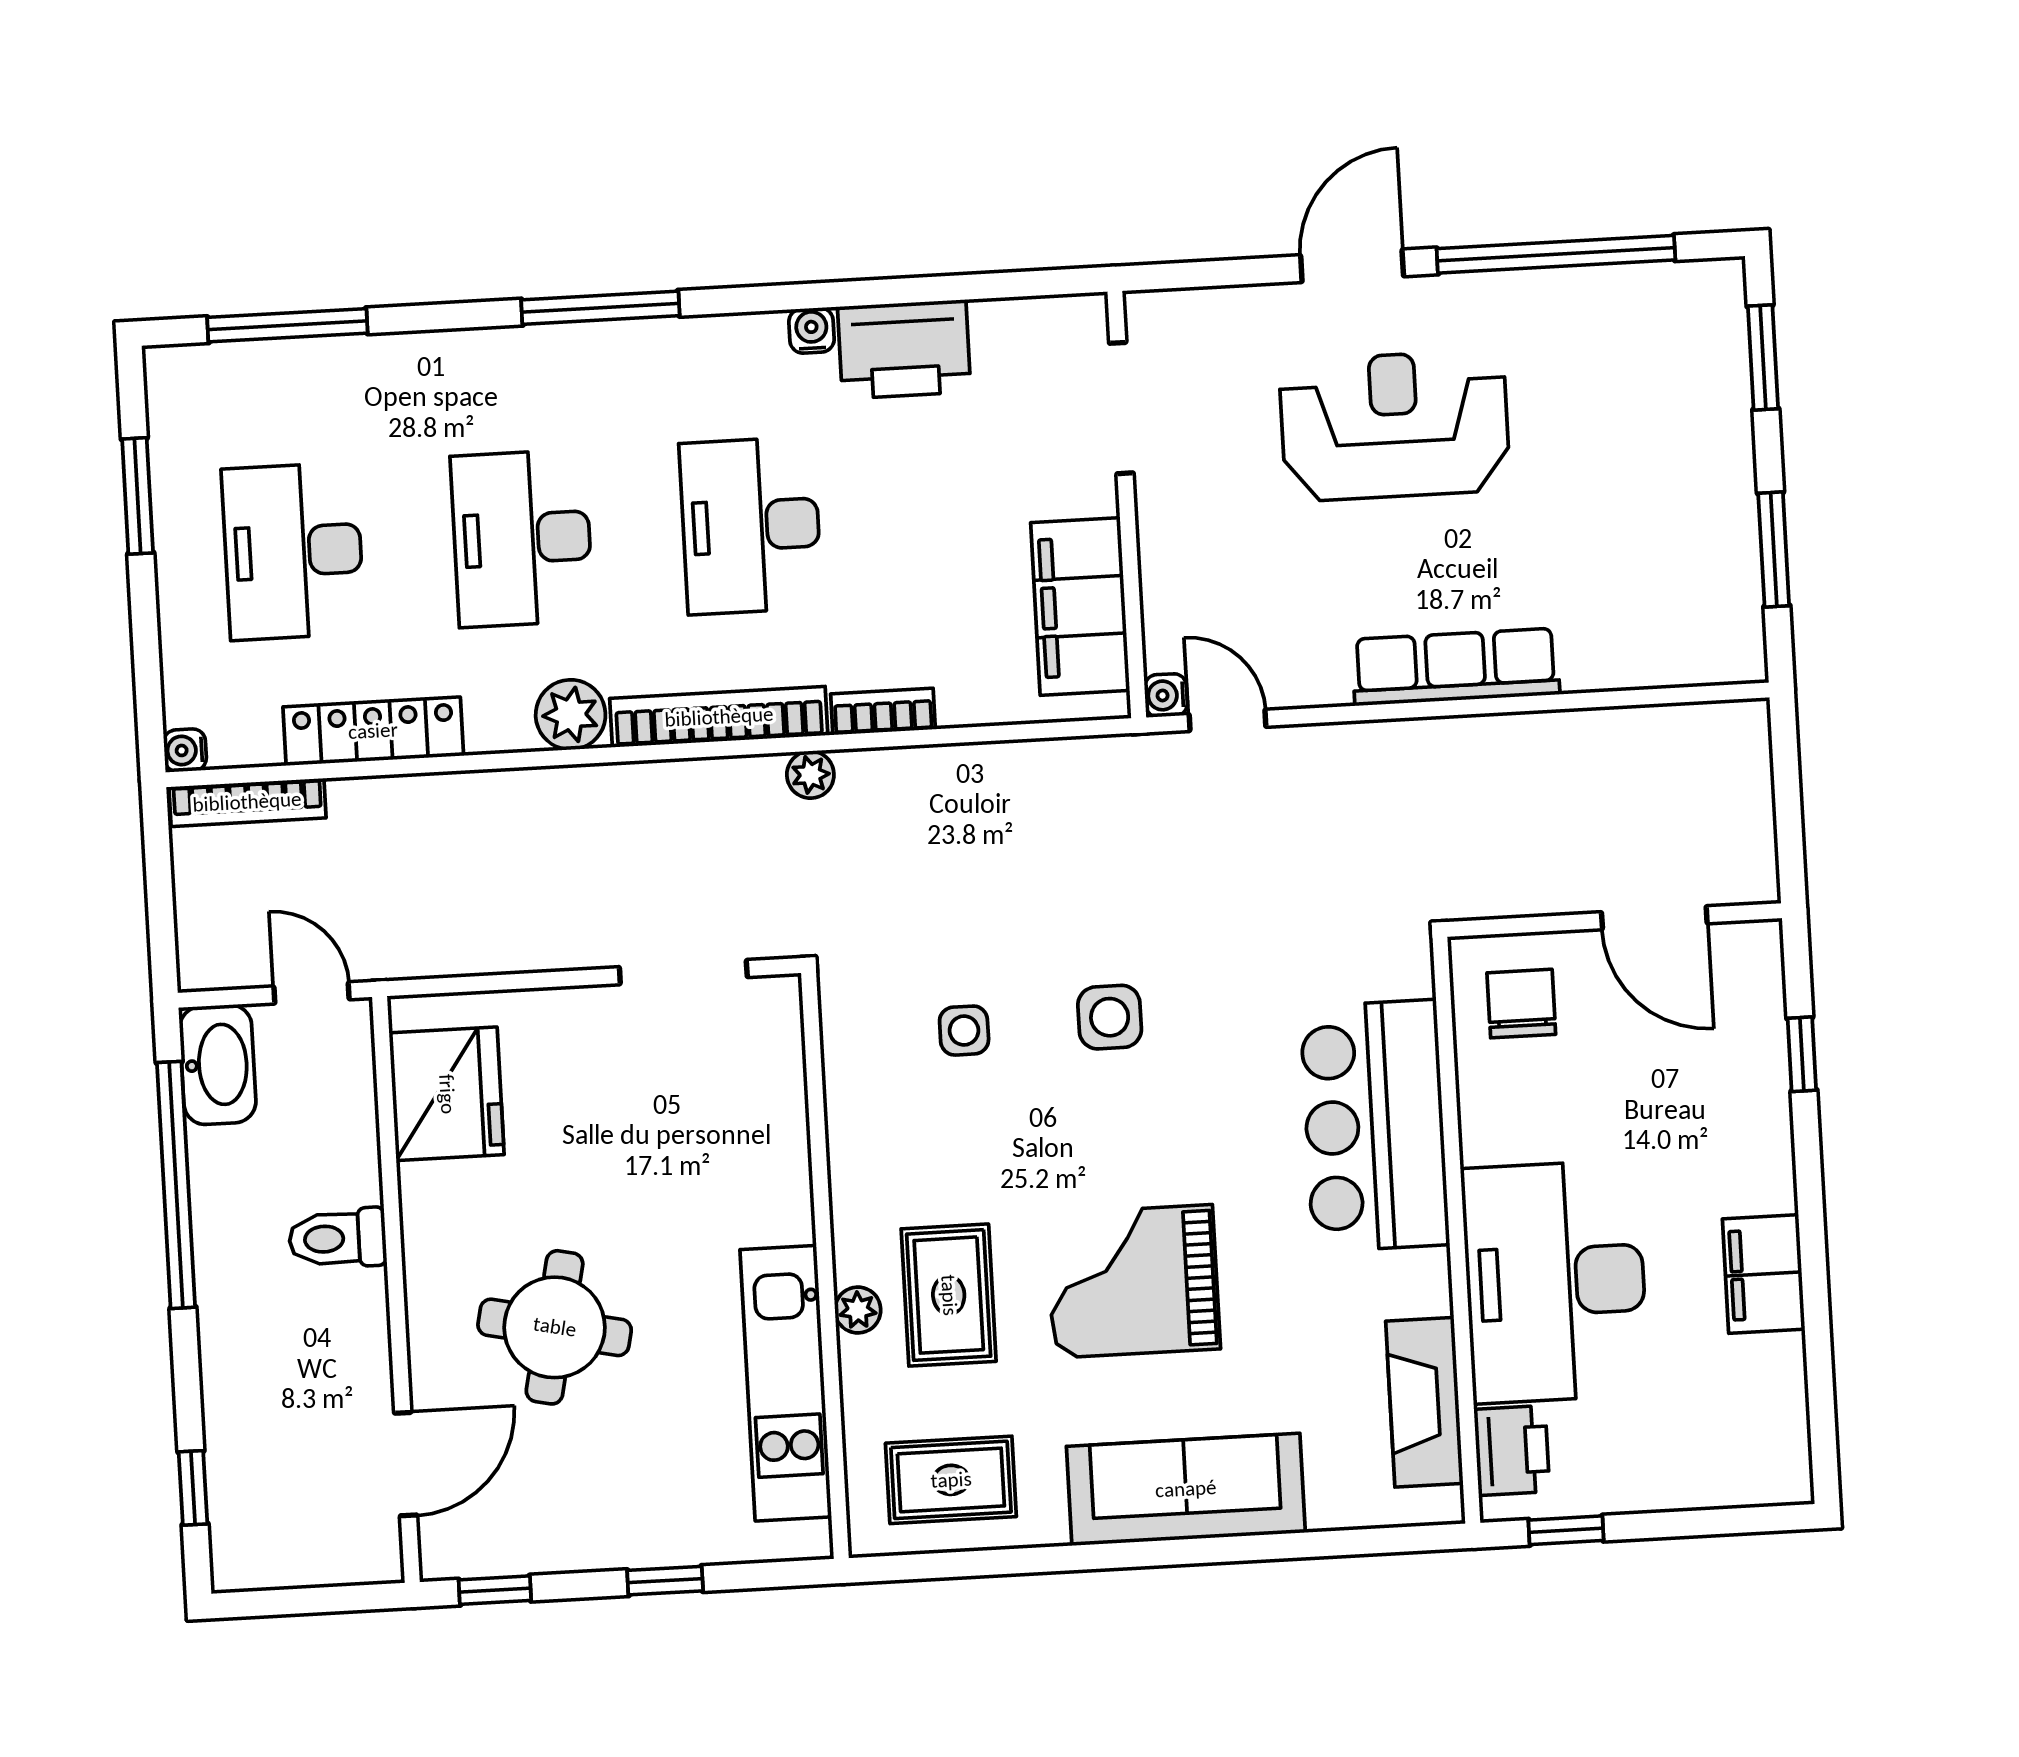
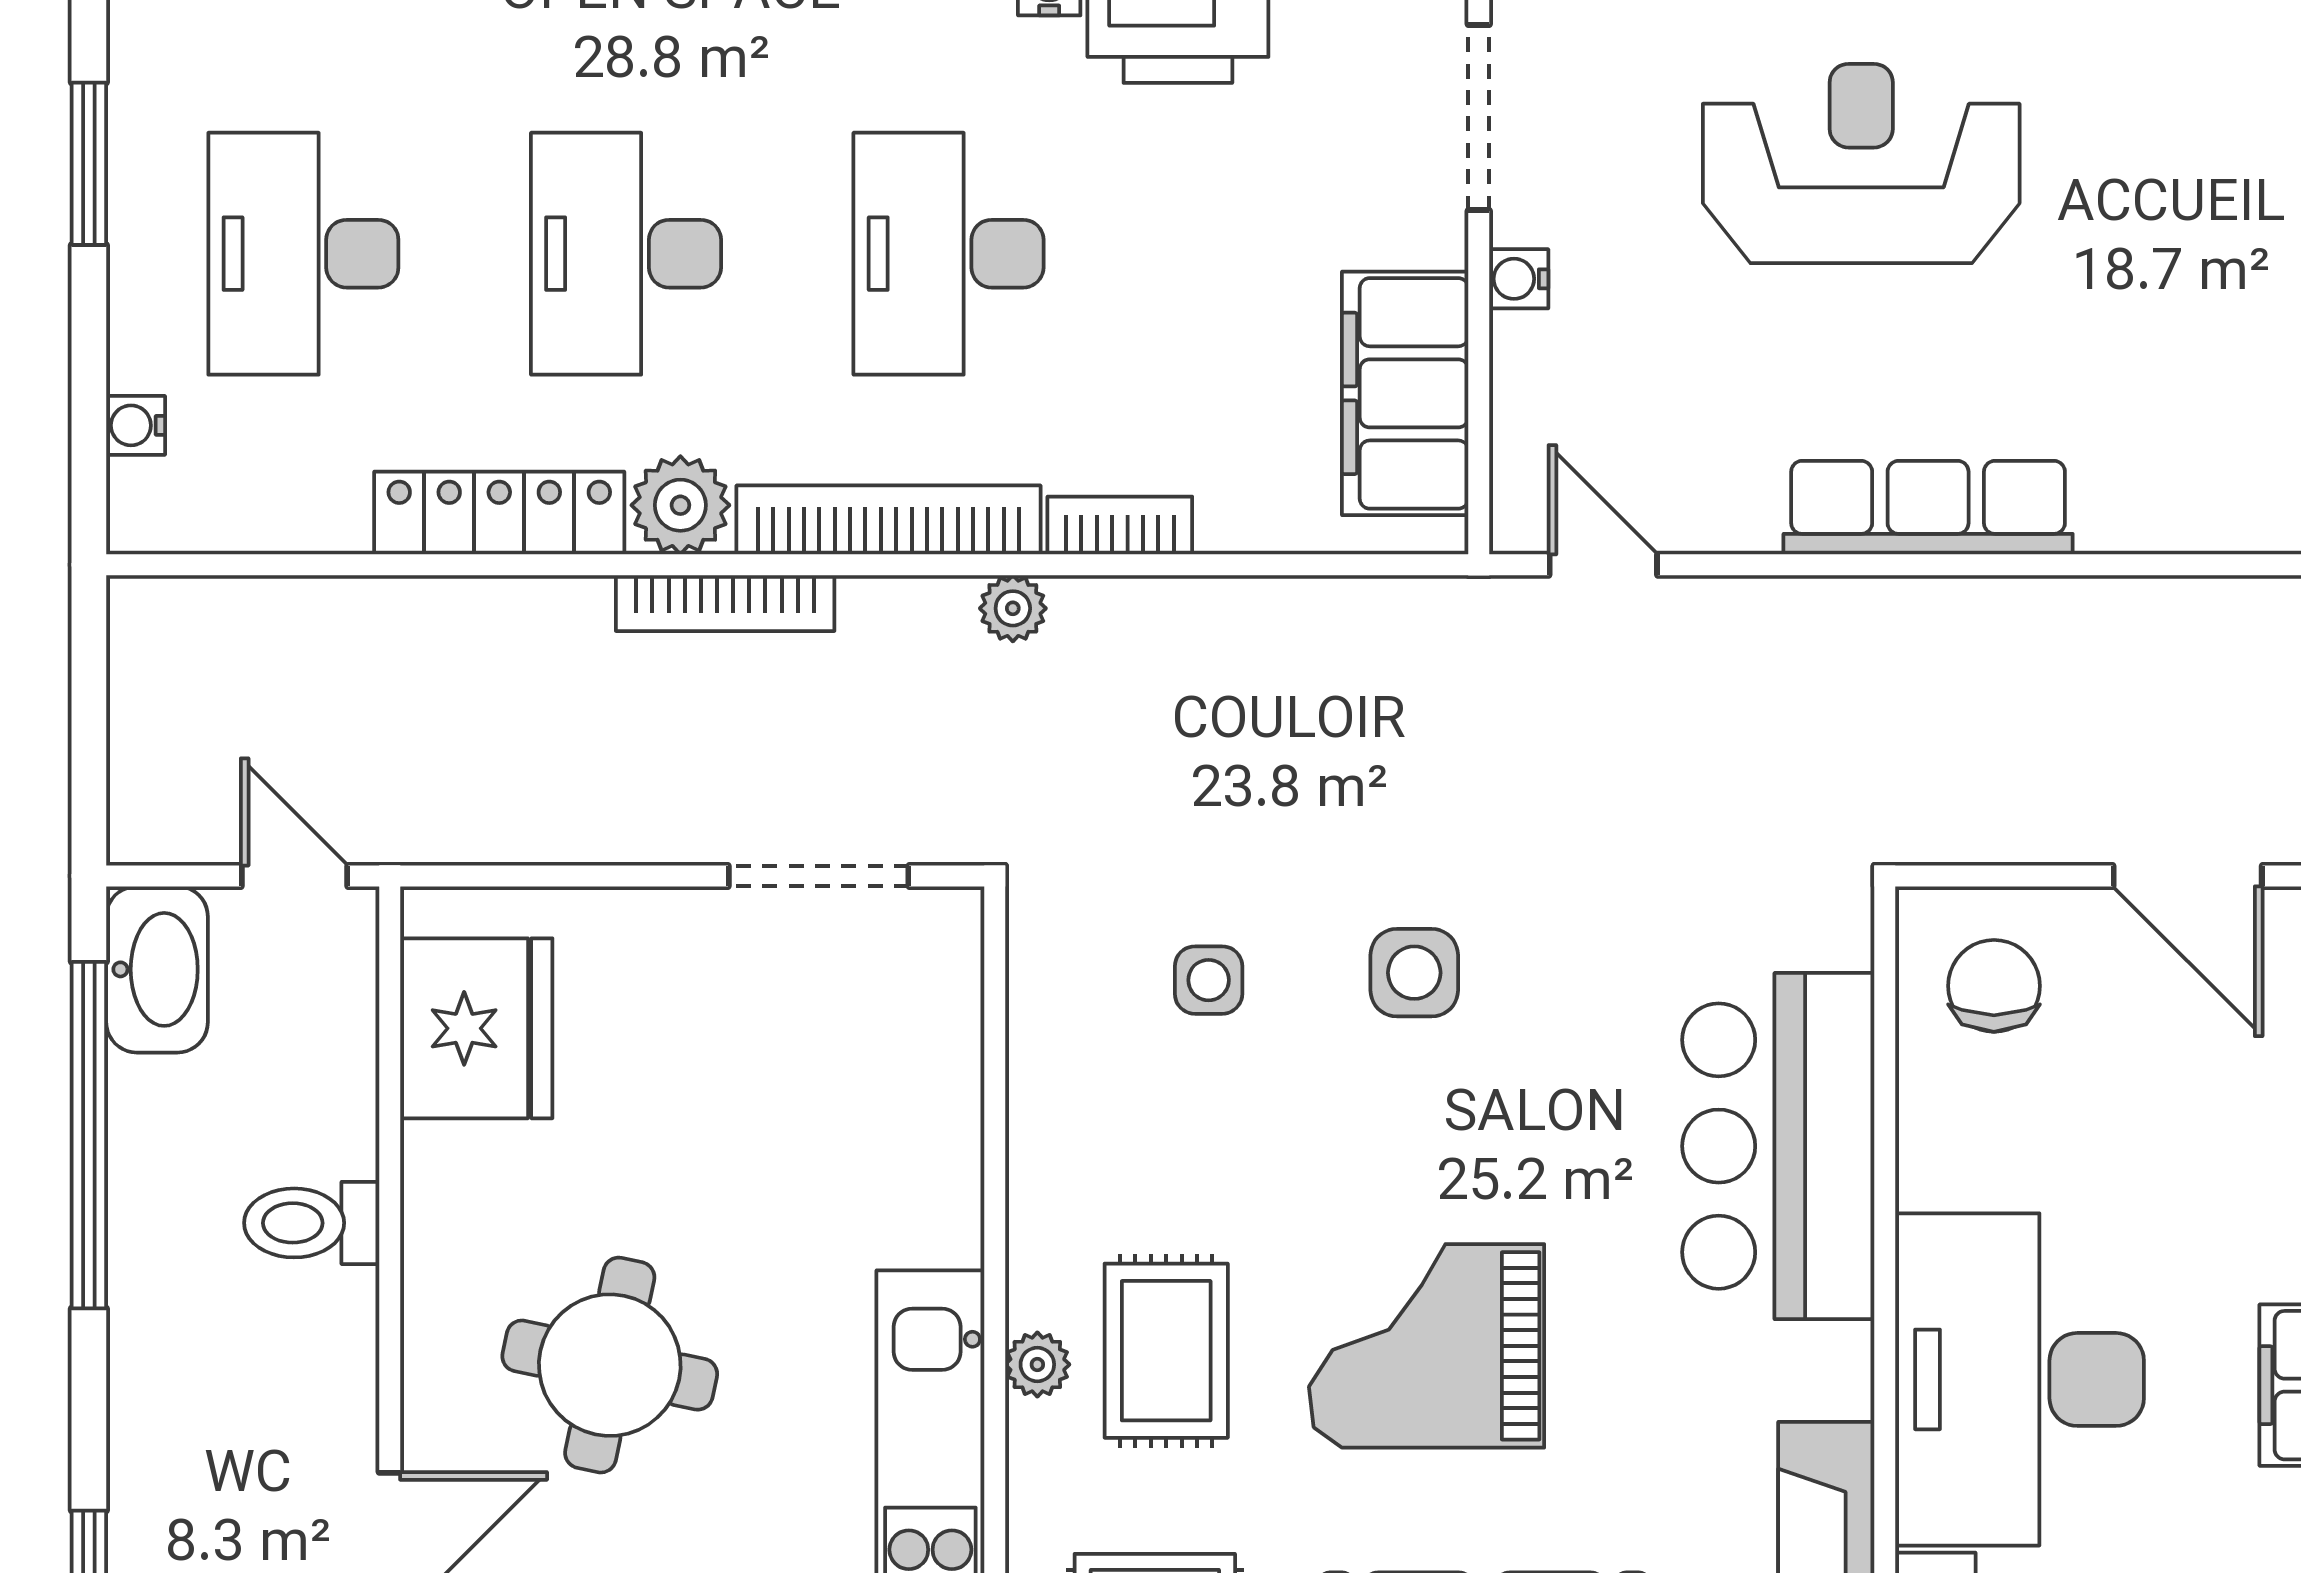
water cooler: (1166, 695) -> (1519, 279), moved
locker: (373, 731) -> (499, 513), moved
water cooler: (185, 750) -> (136, 425), moved
bookcase: (247, 802) -> (725, 603), moved

